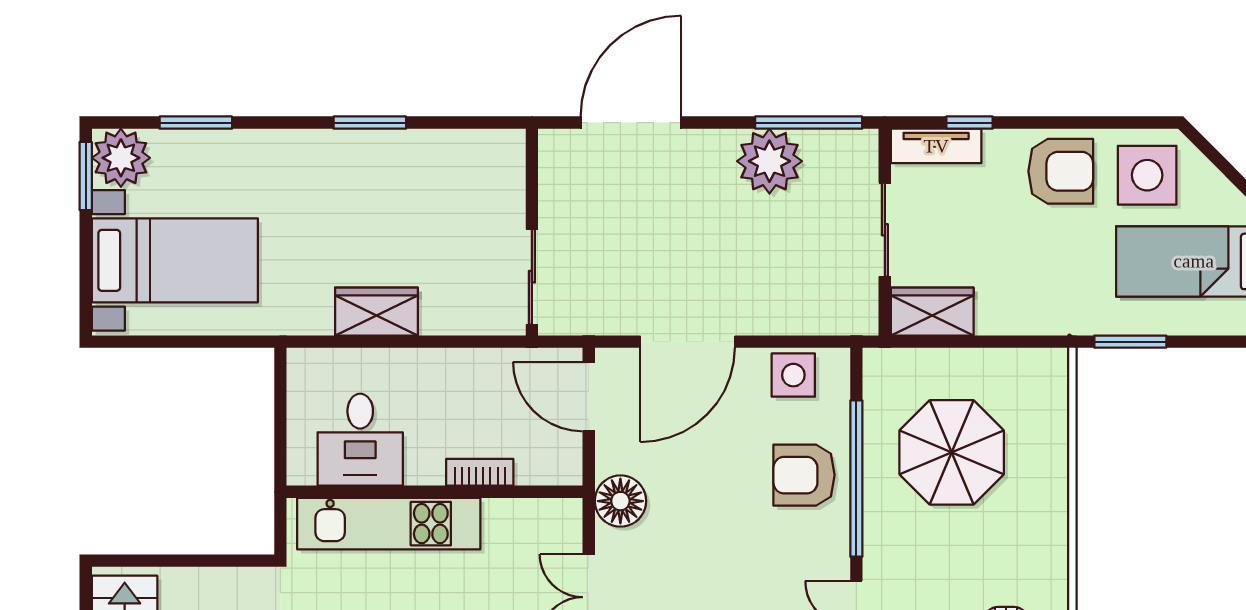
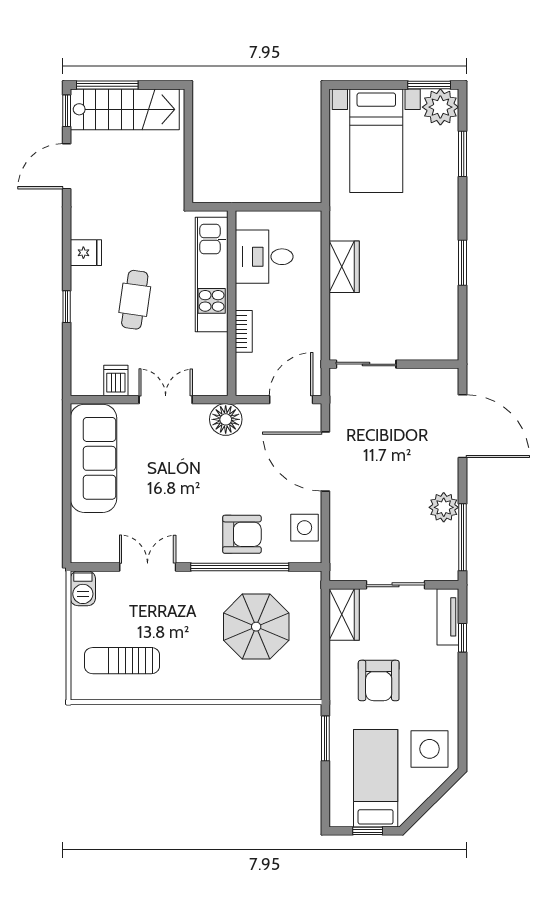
plant: (769, 161) -> (444, 507), width x0.73, depth x0.73
armchair: (1061, 171) -> (379, 681), moved
armchair: (804, 475) -> (242, 534), turned 90

